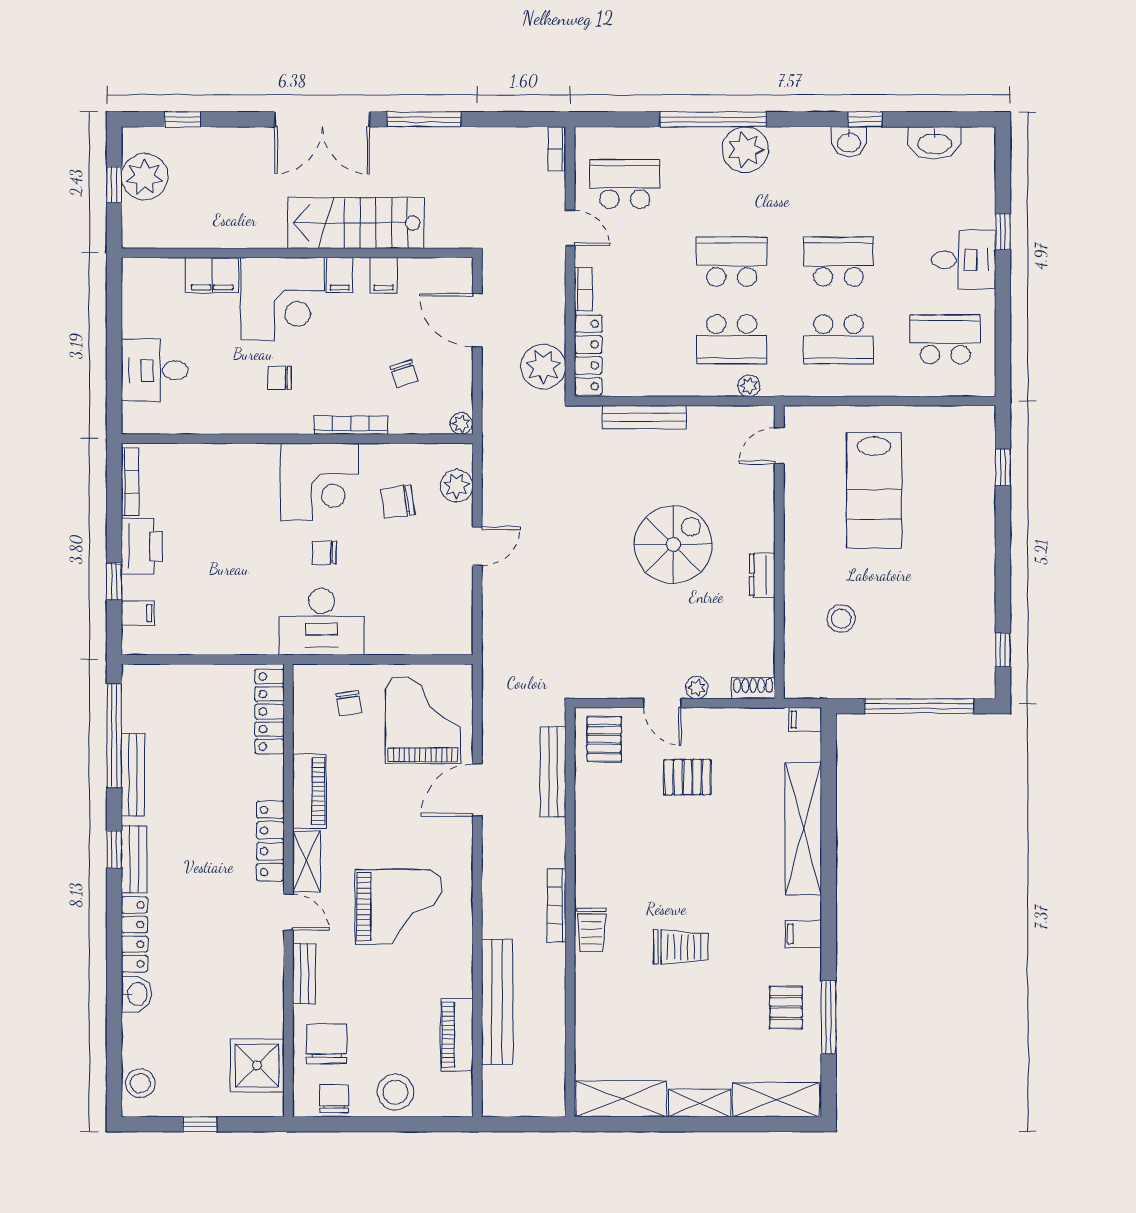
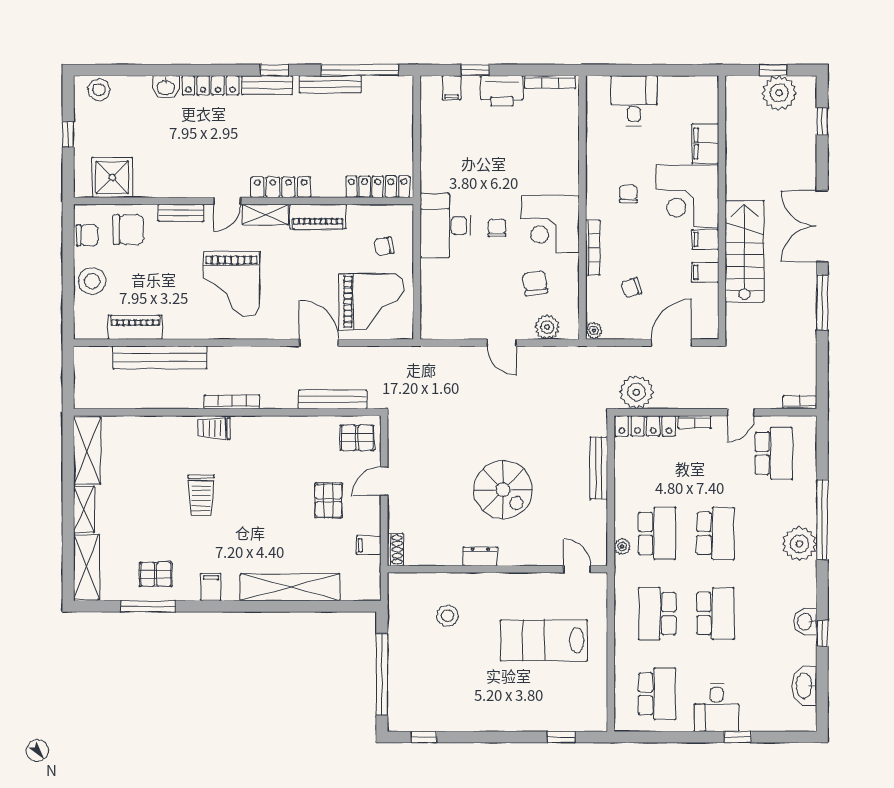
school desk: (732, 339) -> (657, 533), turned 180
plant: (697, 688) -> (396, 507), removed
filing cabinet: (805, 720) -> (369, 545), moved, turned -90

